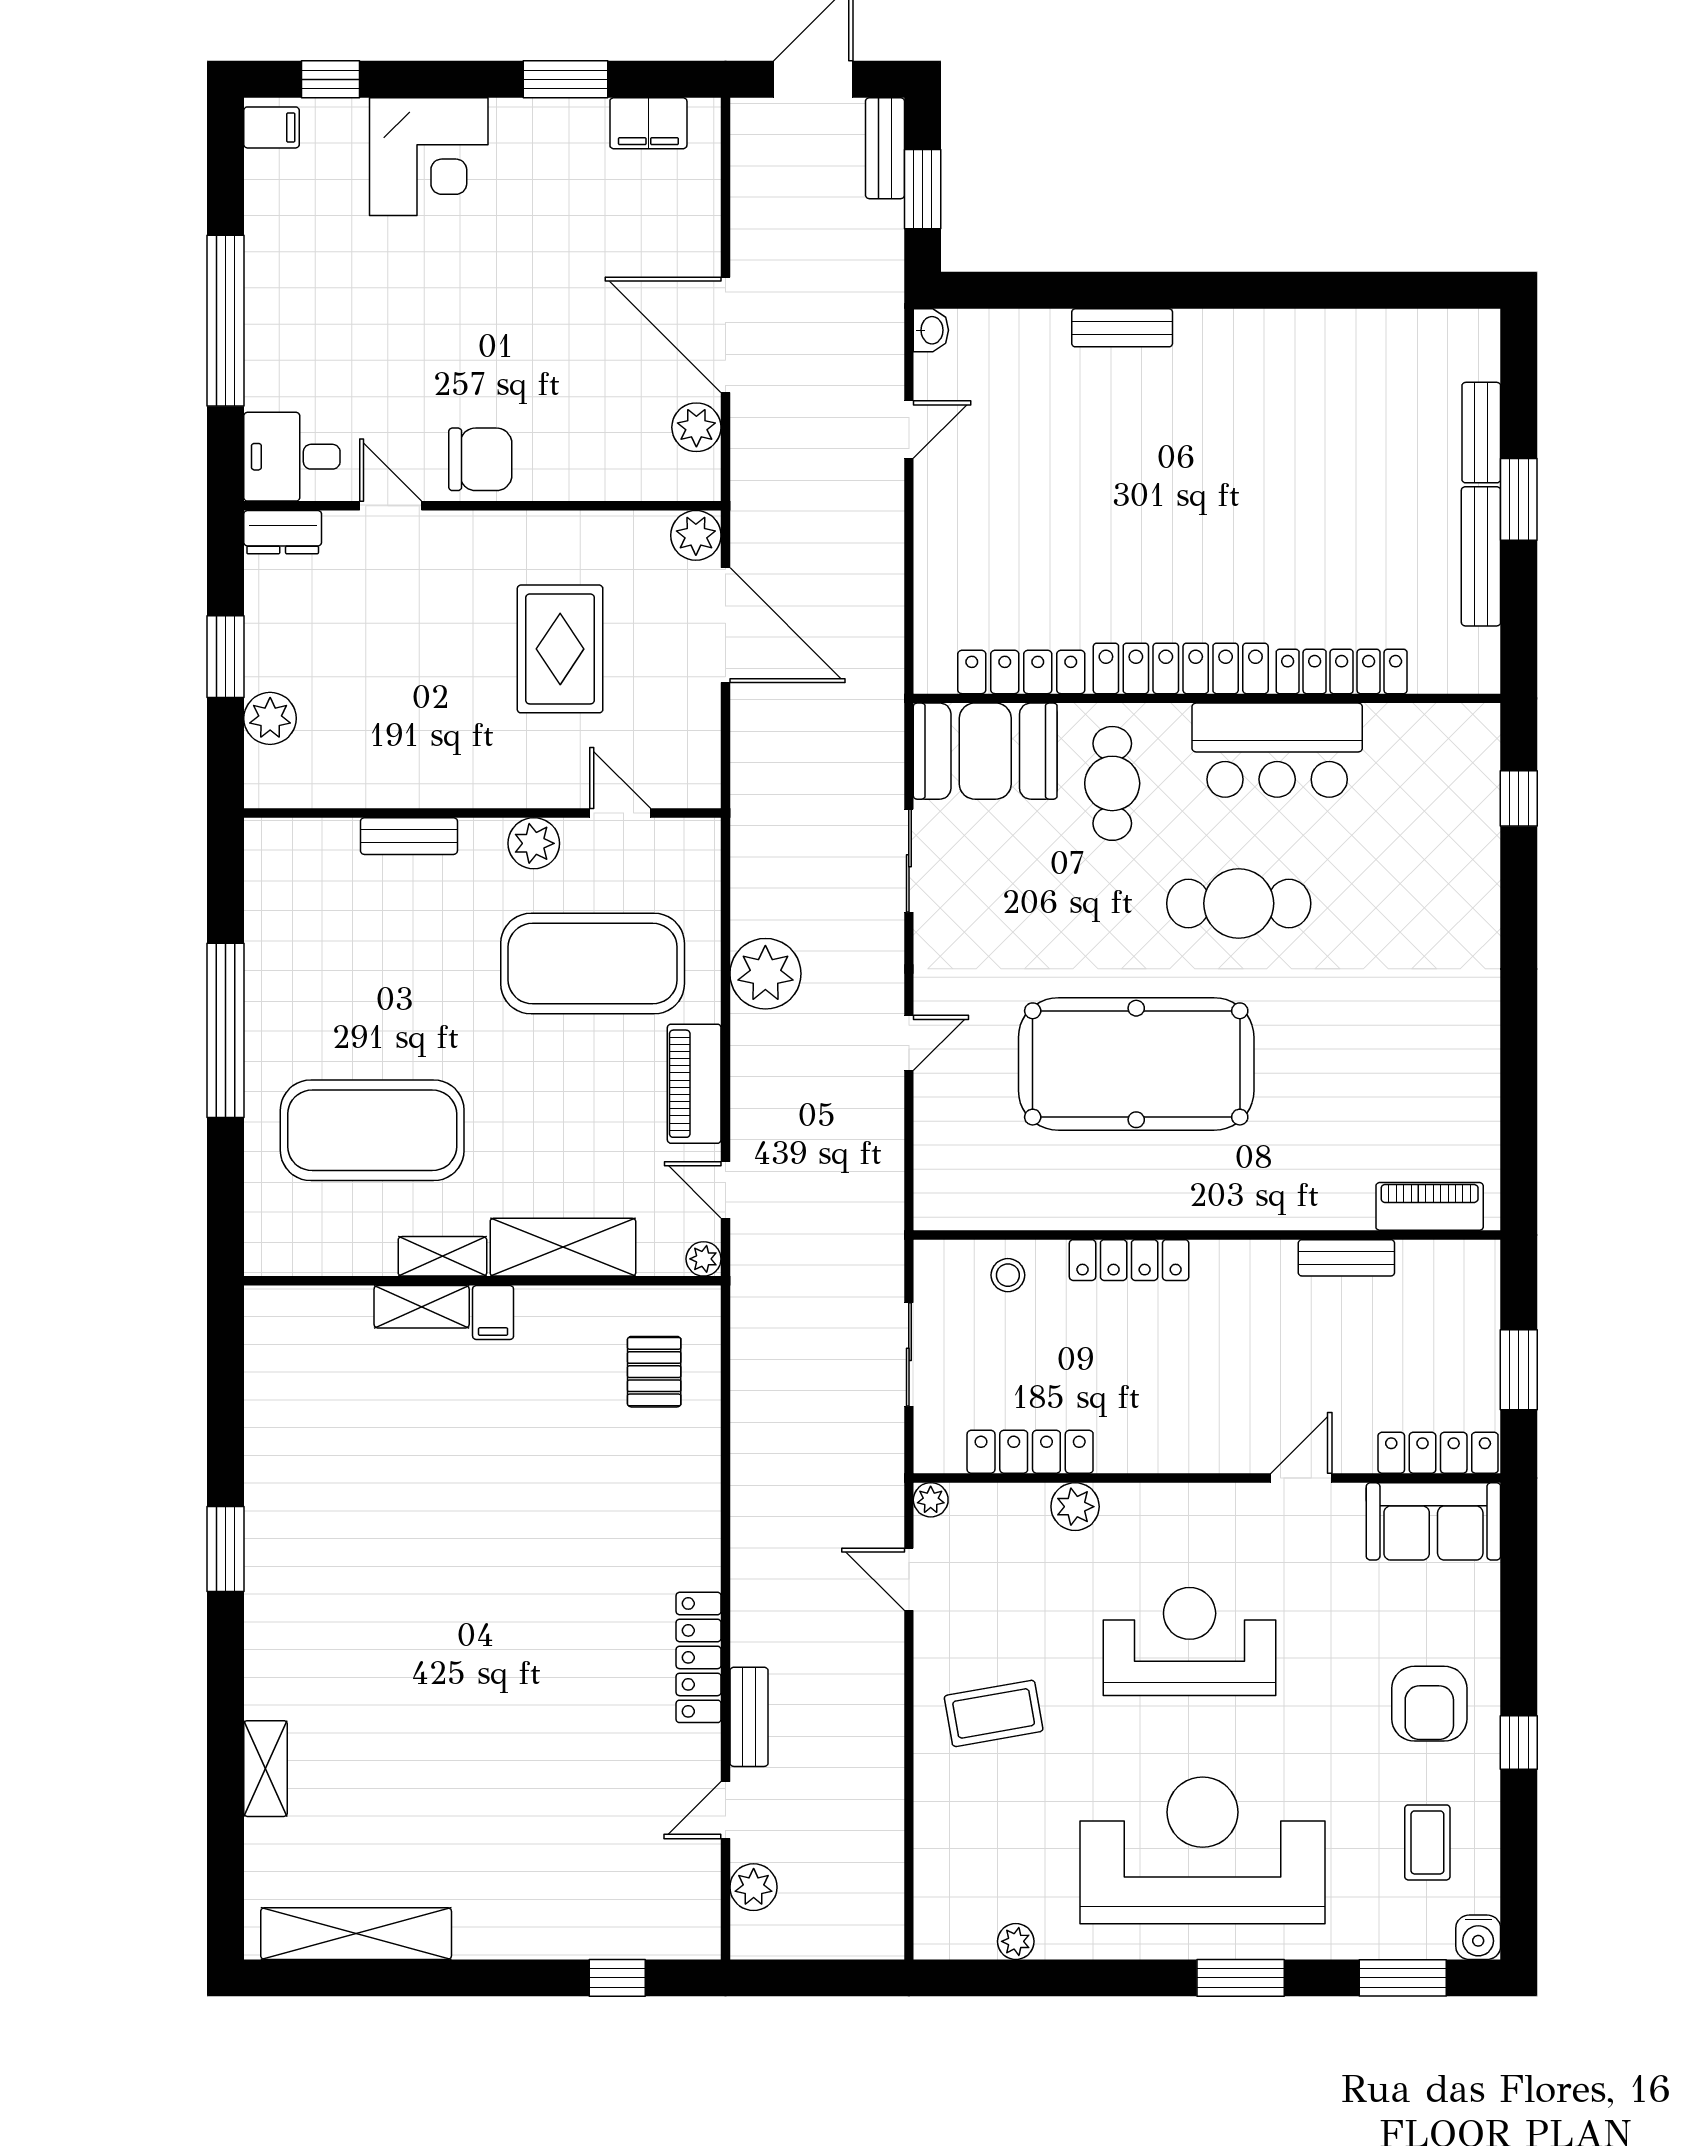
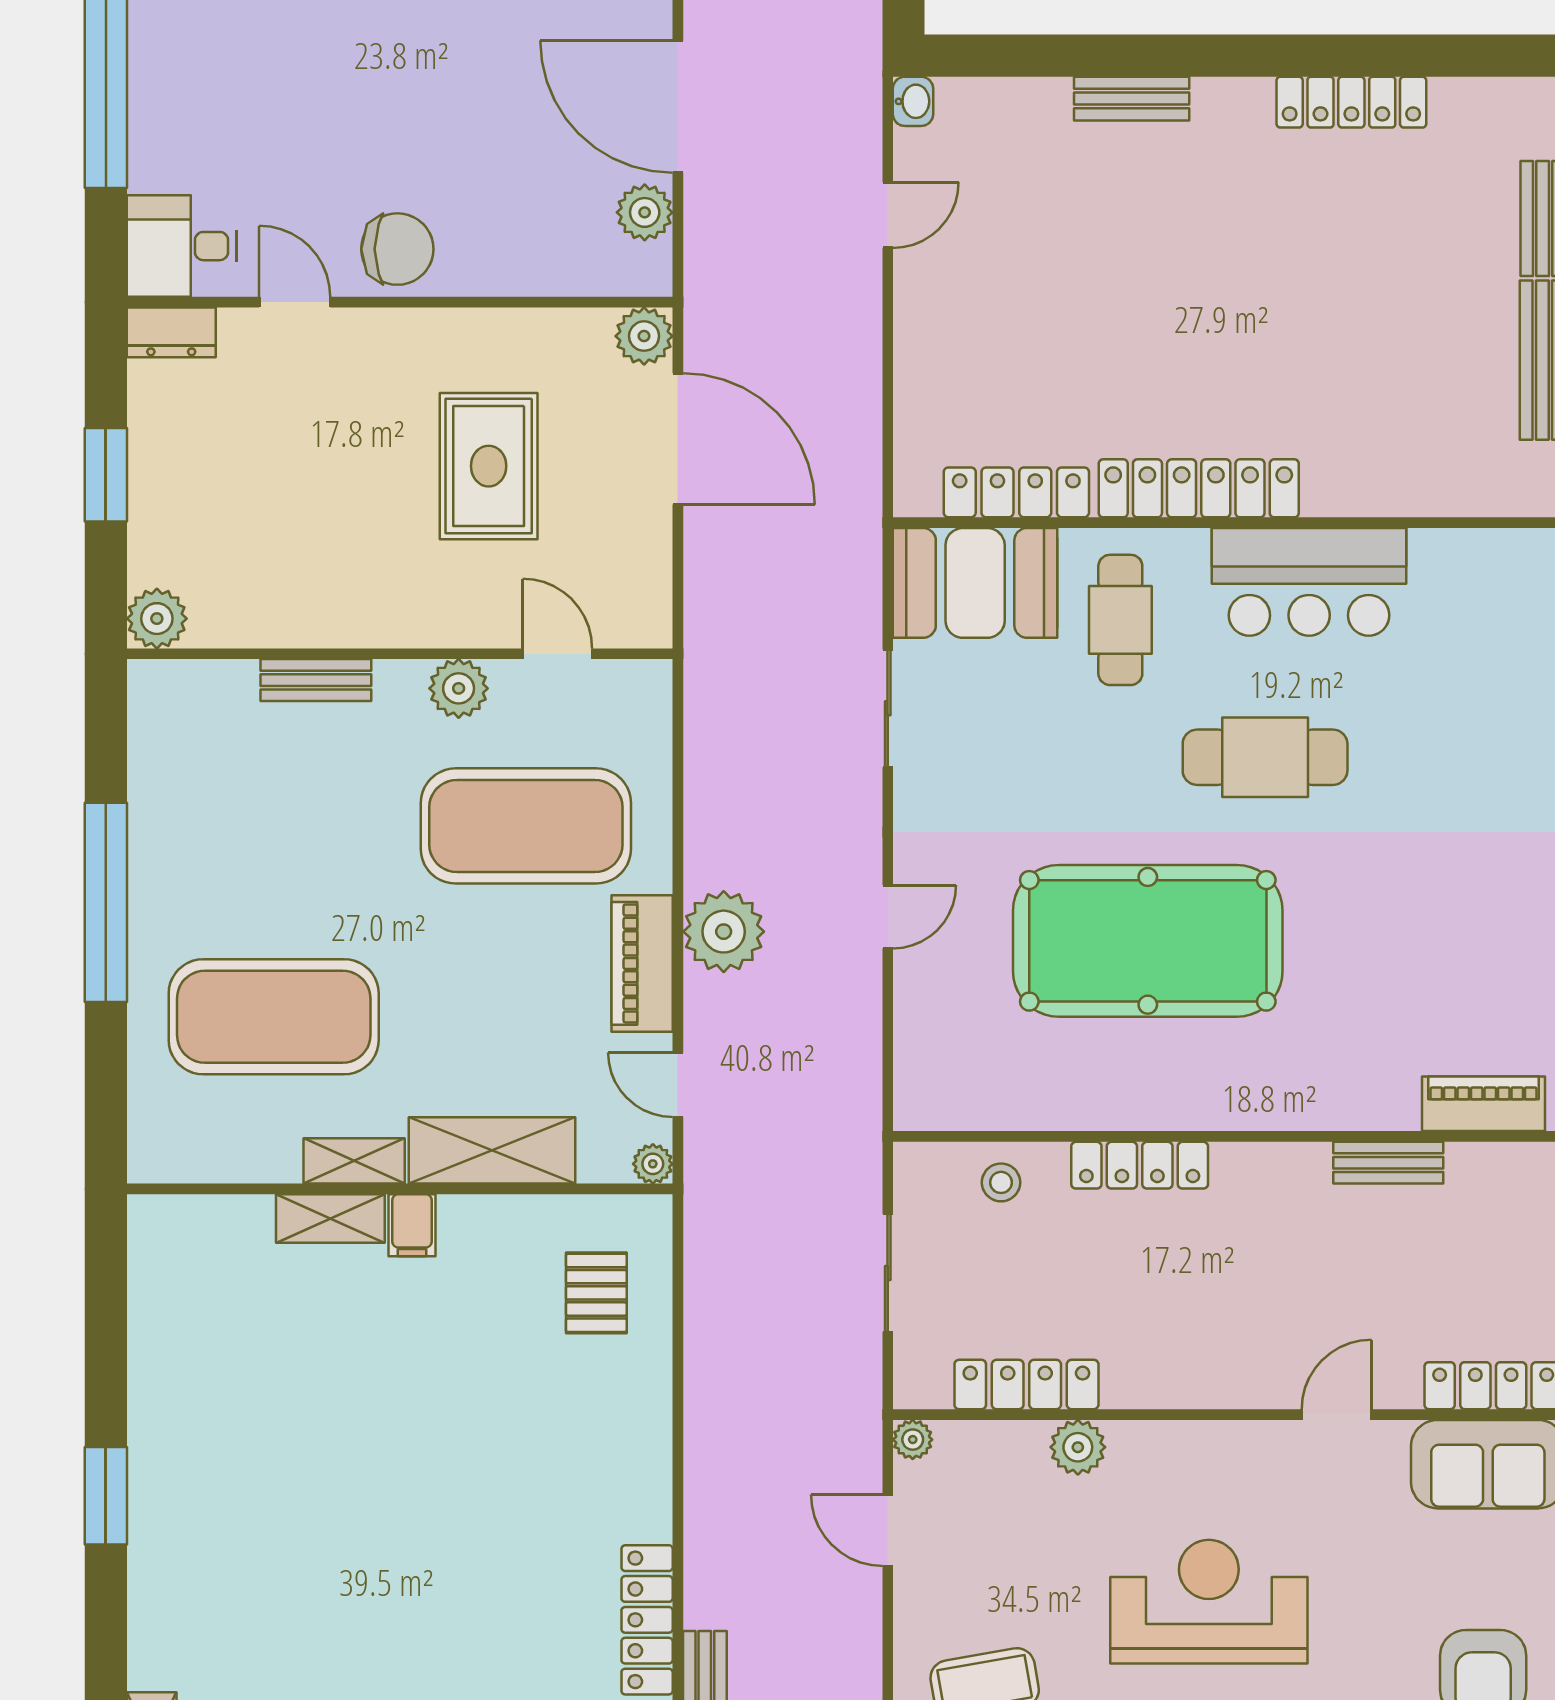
locker: (1342, 671) -> (1351, 102), moved, turned 180
plant: (270, 718) -> (157, 619), moved
plant: (765, 974) -> (724, 932), moved

